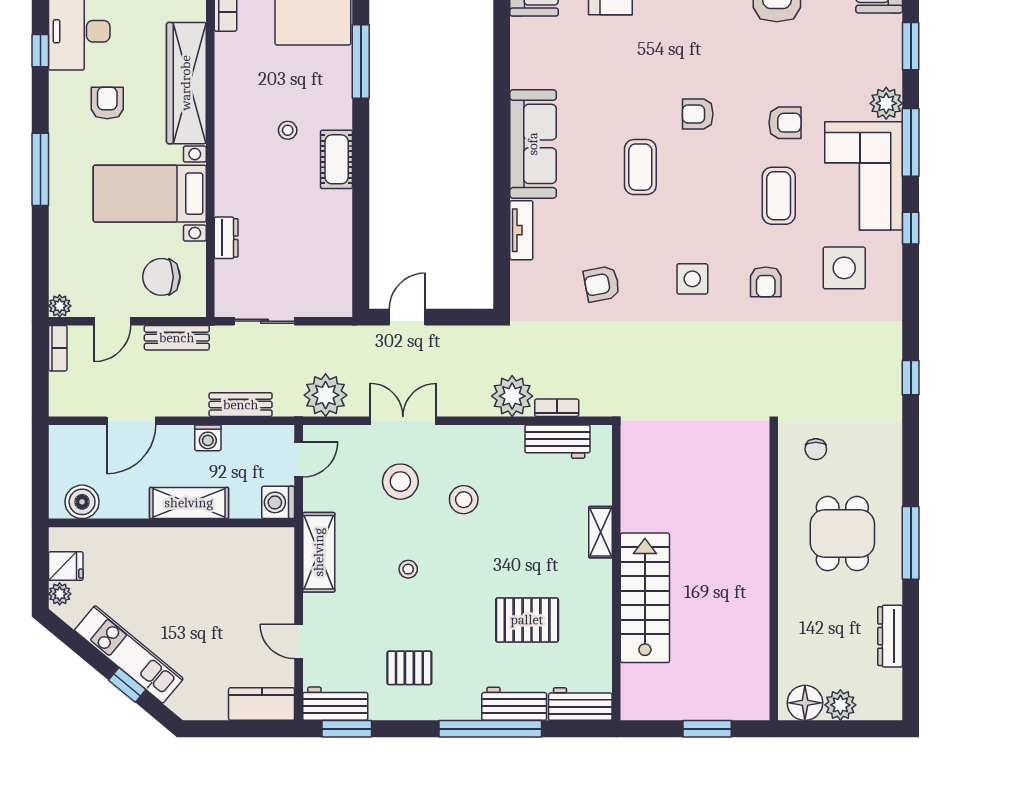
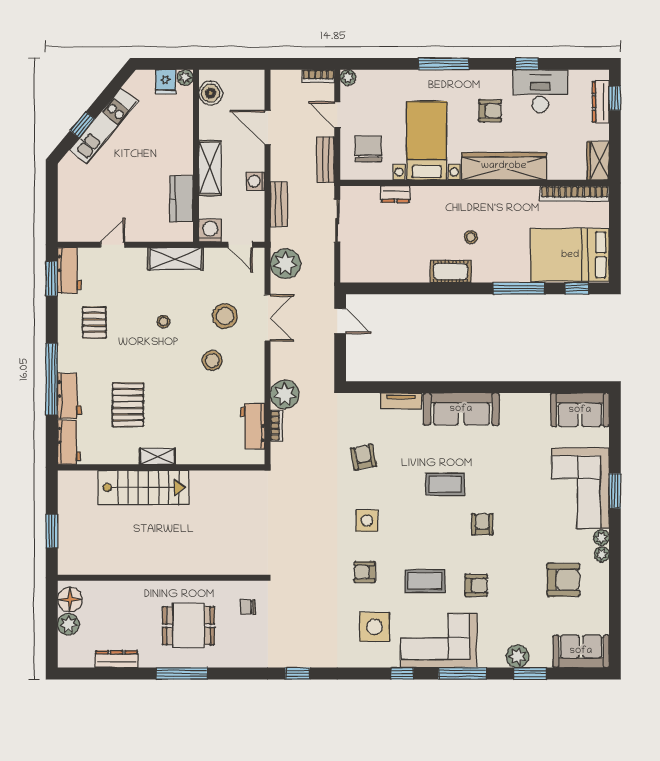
plant: (886, 103) -> (518, 656), moved
armchair: (785, 123) -> (476, 585), turned -90
shelving: (601, 532) -> (157, 456), moved
plant: (60, 594) -> (185, 78), moved
kitchen counter: (262, 704) -> (181, 199), moved, turned 180

